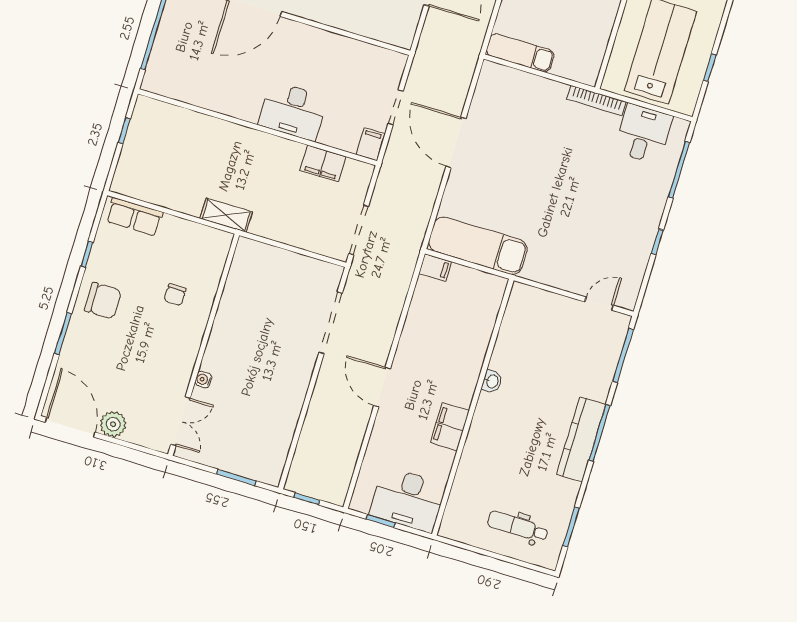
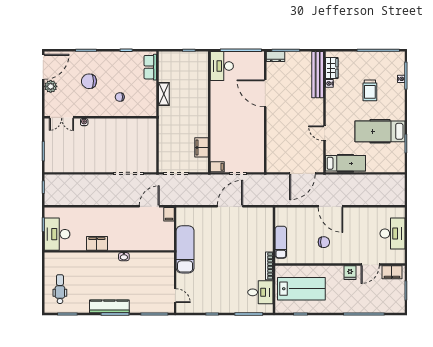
exam couch: (520, 53) -> (281, 242), moved
desk: (293, 111) -> (222, 66), moved
shelving: (226, 215) -> (164, 94), moved
exam couch: (478, 246) -> (185, 249), moved
chair: (103, 301) -> (89, 81), moved, turned 90
door: (382, 387) -> (149, 206), moved

